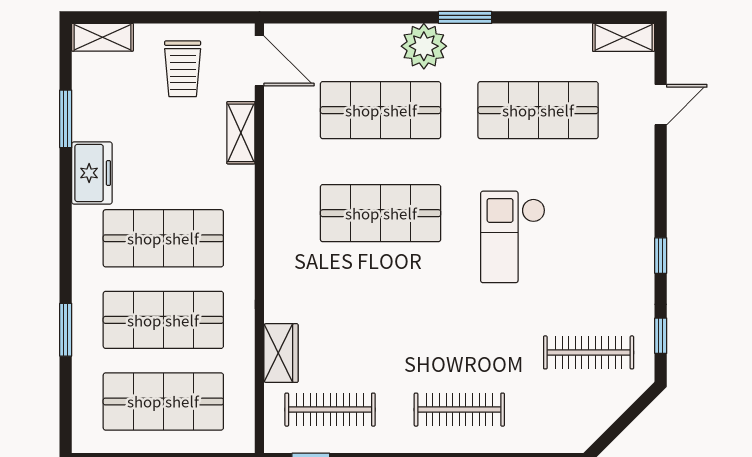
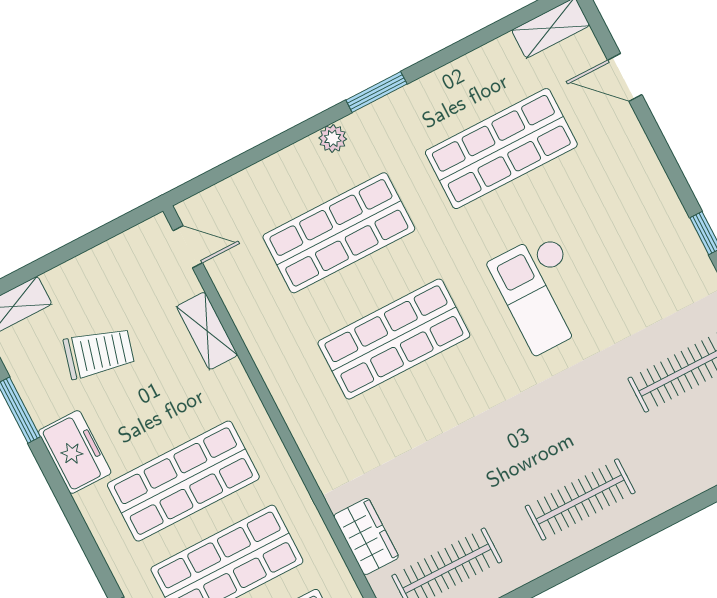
plant: (424, 46) -> (333, 138), width x0.53, depth x0.53
door: (259, 61) -> (188, 247), width x0.73
trolley: (183, 69) -> (99, 353), moved, turned -75
door: (661, 105) -> (625, 77), swing flipped

